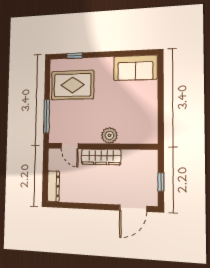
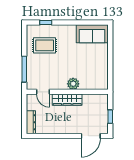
rug: (73, 85) -> (45, 45), width x0.73, depth x0.70

